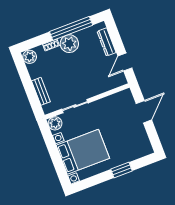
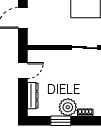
window: (71, 28) -> (61, 121), width x0.47

